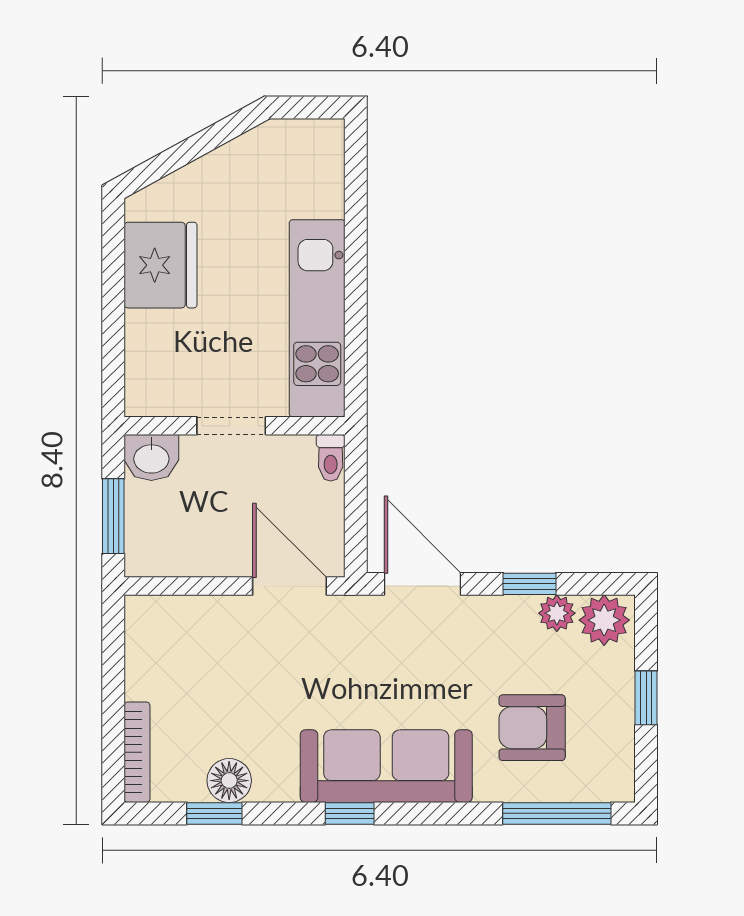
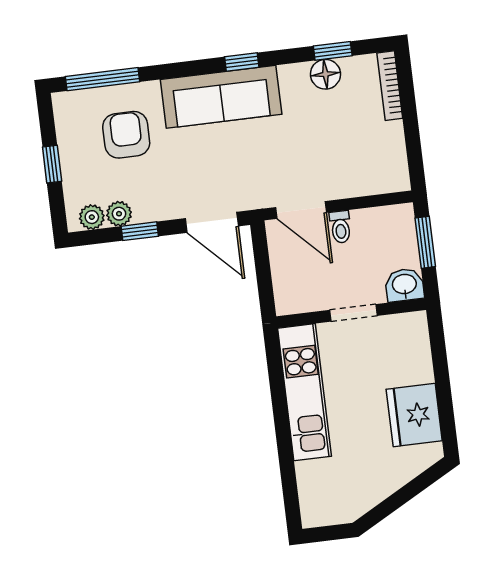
toilet: (331, 458) -> (340, 227), moved, turned 180
plant: (604, 620) -> (92, 217), width x0.73, depth x0.73
armchair: (532, 728) -> (126, 135), turned -90

